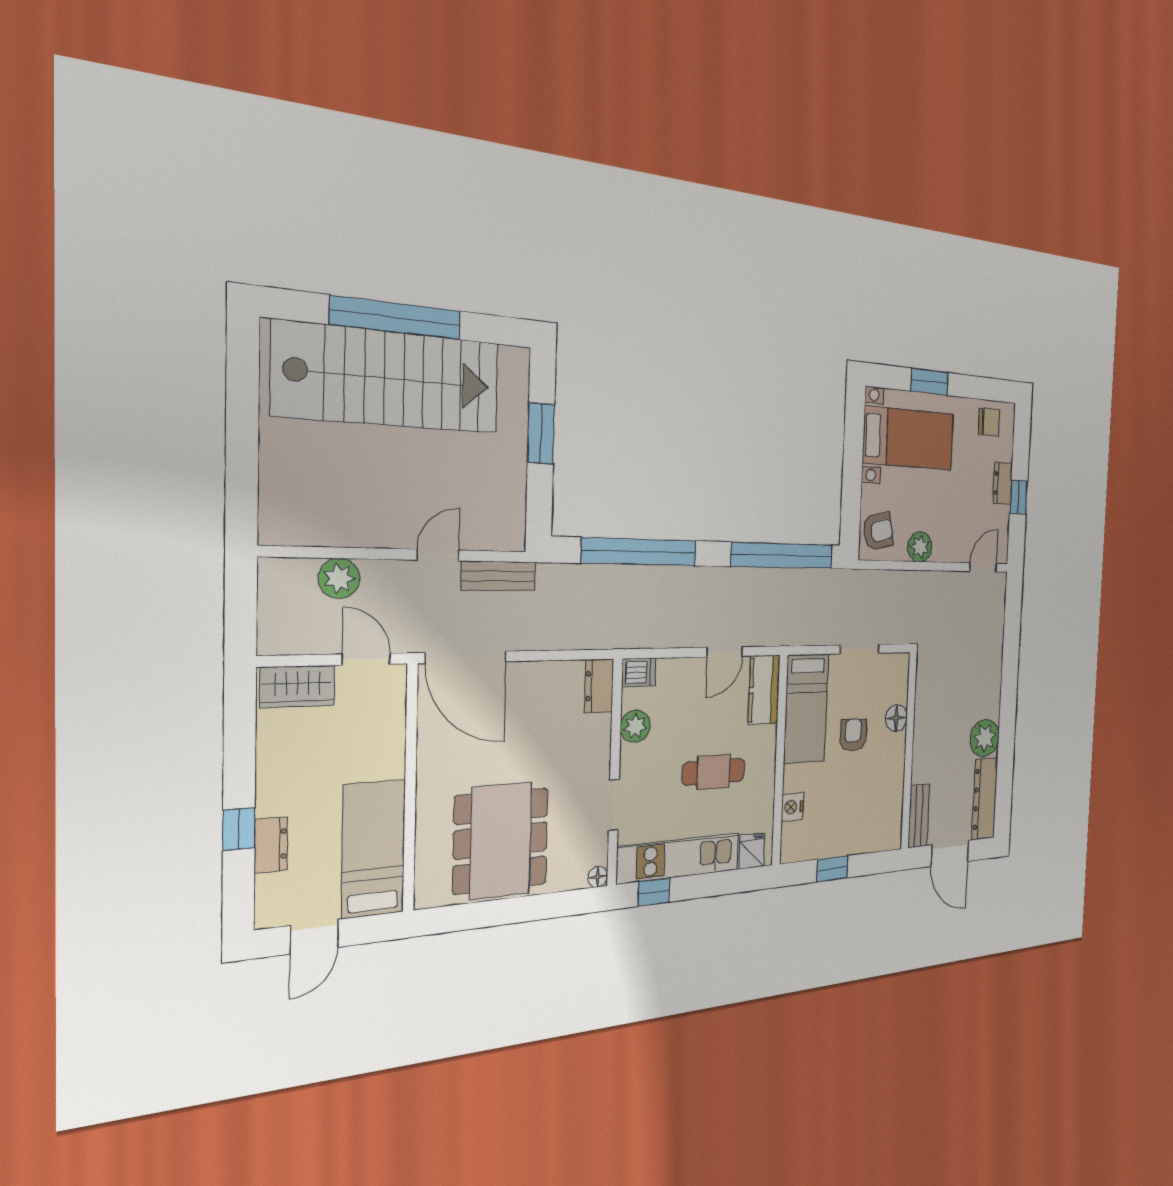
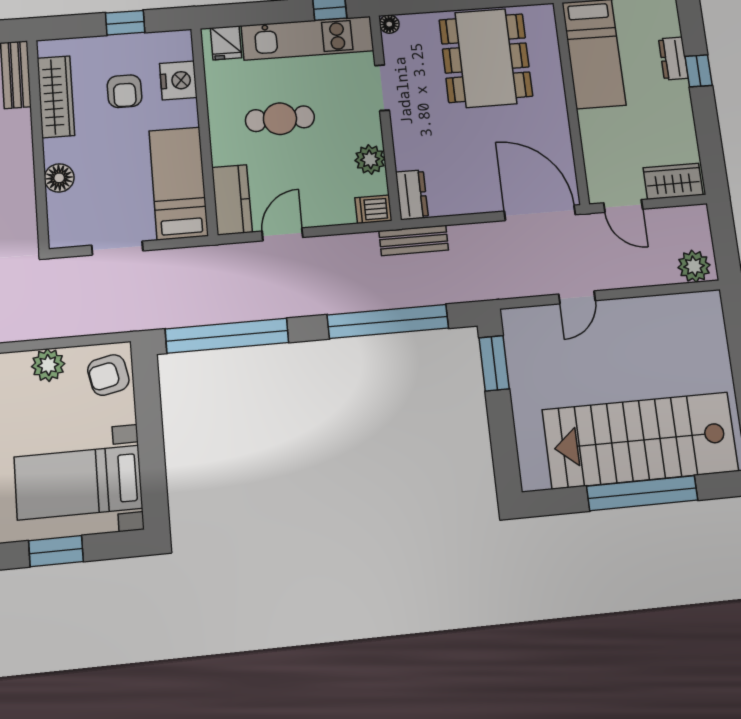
window: (541, 433) -> (494, 363), moved
bench: (498, 576) -> (414, 240), moved
plant: (339, 578) -> (694, 266), moved
armchair: (853, 735) -> (125, 91), moved
wardrobe: (892, 795) -> (56, 97), added
nightstand: (792, 807) -> (178, 80), width x1.36, depth x1.33

